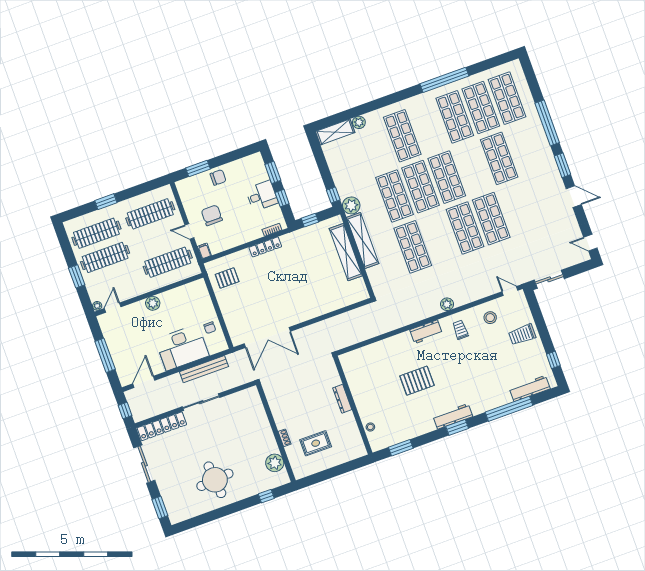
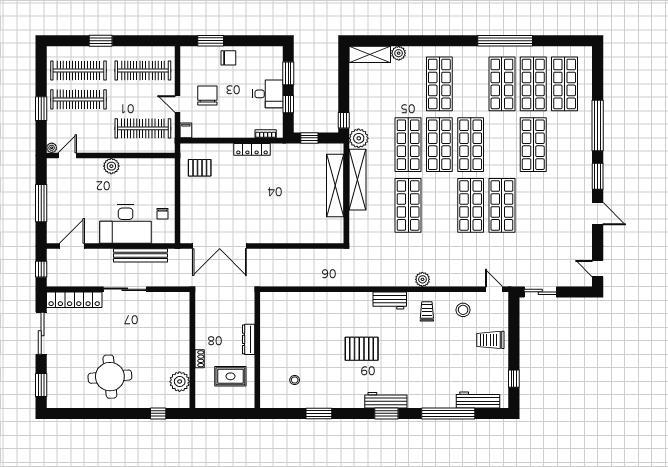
dresser: (342, 399) -> (249, 339), moved
wall: (353, 405) -> (257, 350), moved

